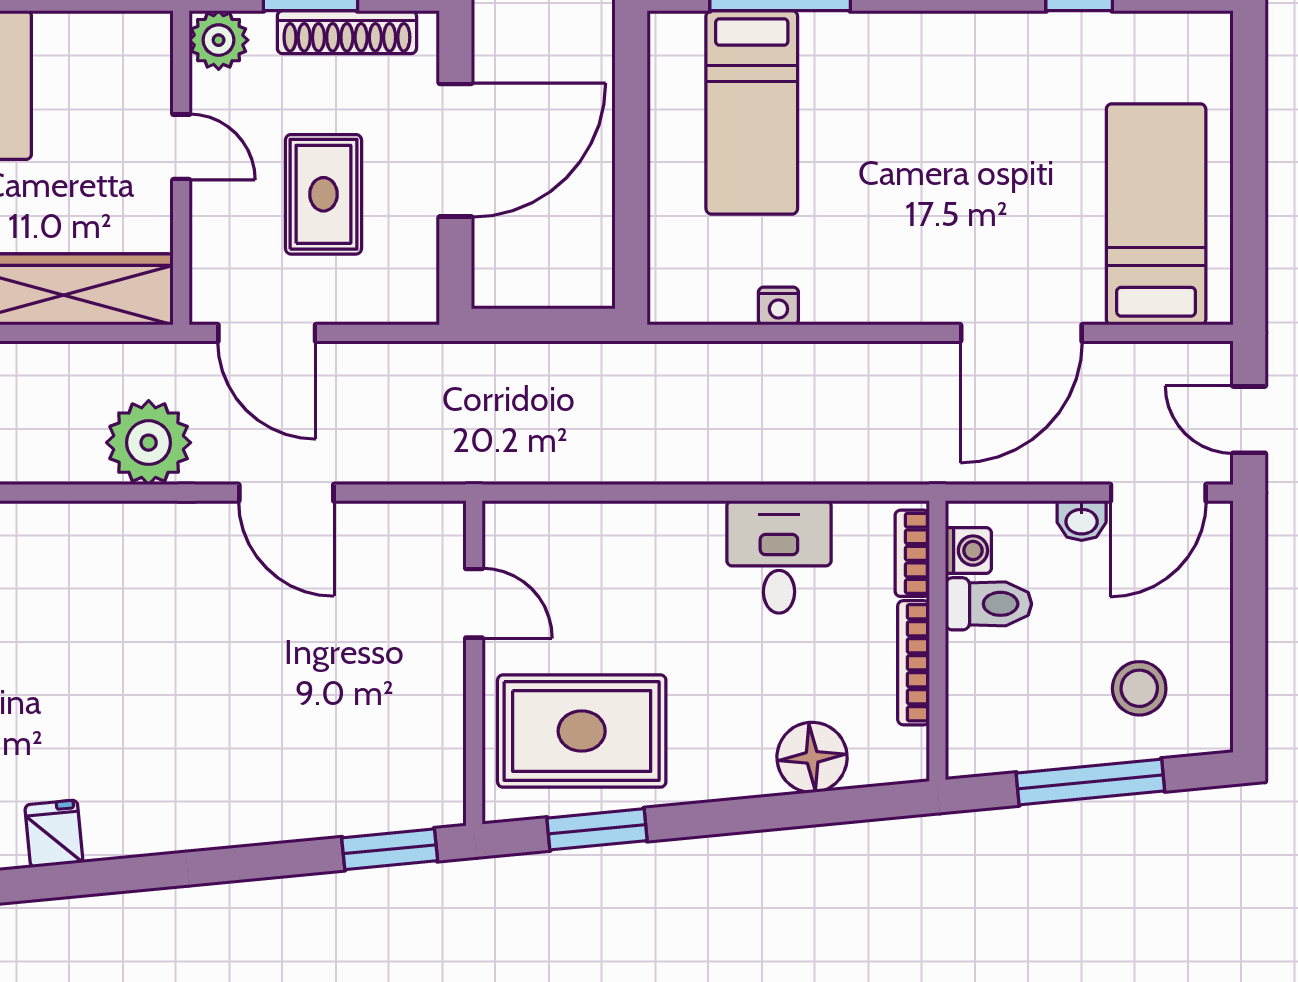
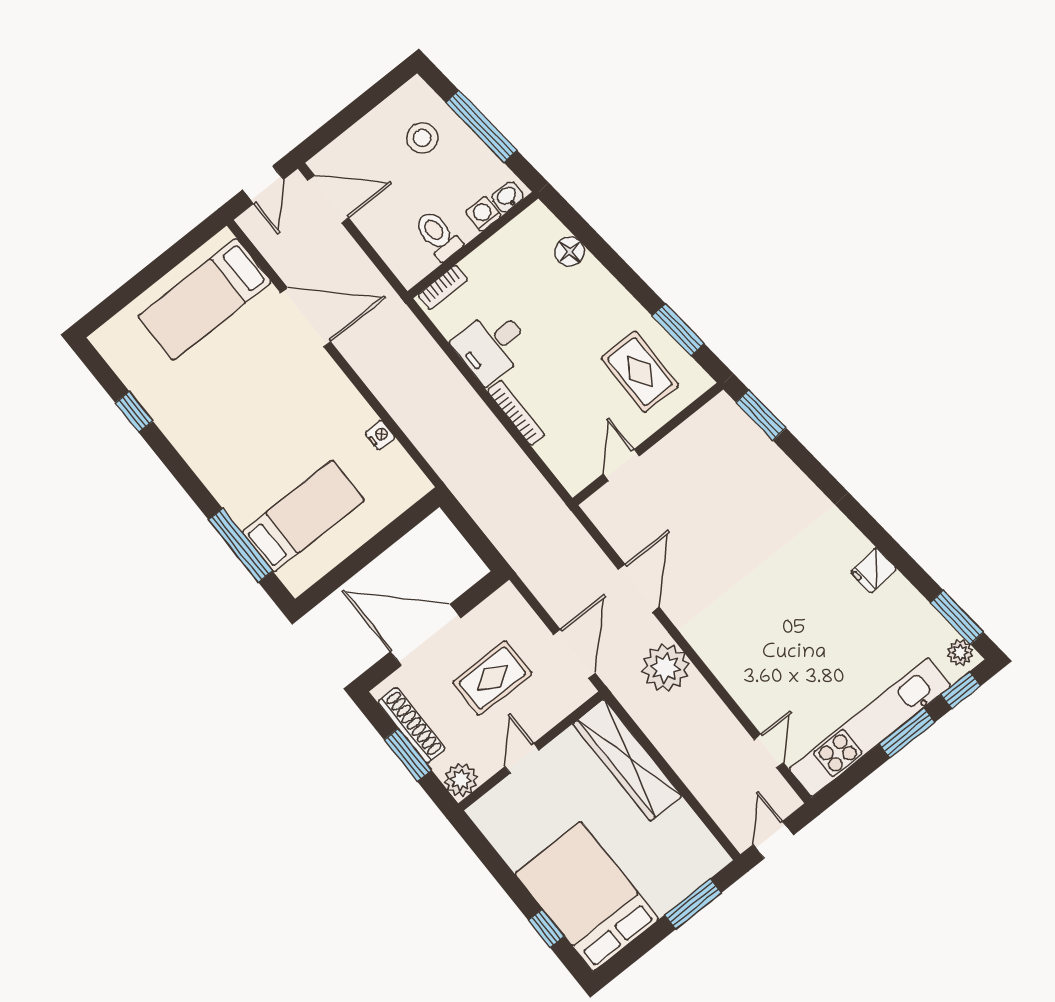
washbasin: (1082, 520) -> (508, 197), moved, turned -90
washing machine: (968, 551) -> (483, 214), moved
bookcase: (914, 663) -> (516, 413), moved, turned -90
rug: (582, 731) -> (640, 372), width x0.73, depth x0.70
floor lamp: (812, 757) -> (570, 252), width x0.73, depth x0.73

